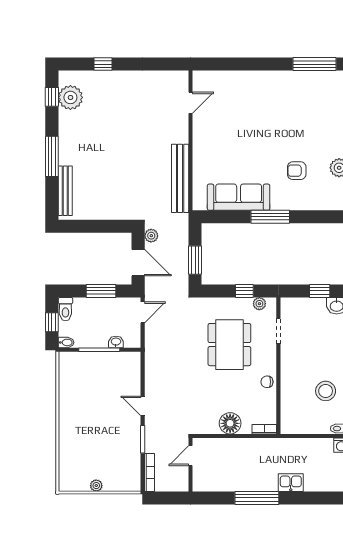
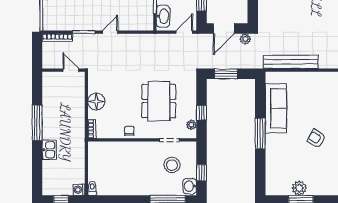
armchair: (297, 171) -> (316, 139), moved, turned -59
door: (143, 312) -> (184, 32), swing flipped
washbasin: (116, 342) -> (163, 16), width x1.91, depth x1.45
dining table: (229, 345) -> (159, 101), turned 90
stool: (326, 391) -> (172, 165), moved

